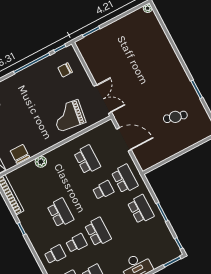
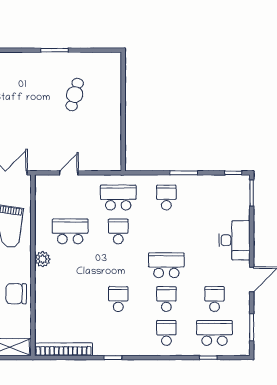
door: (124, 139) -> (69, 173), width x0.53
chair: (20, 154) -> (16, 294), moved
plant: (41, 162) -> (43, 259), moved
school desk: (141, 209) -> (166, 198), width x0.54
school desk: (60, 213) -> (118, 299), width x0.54

